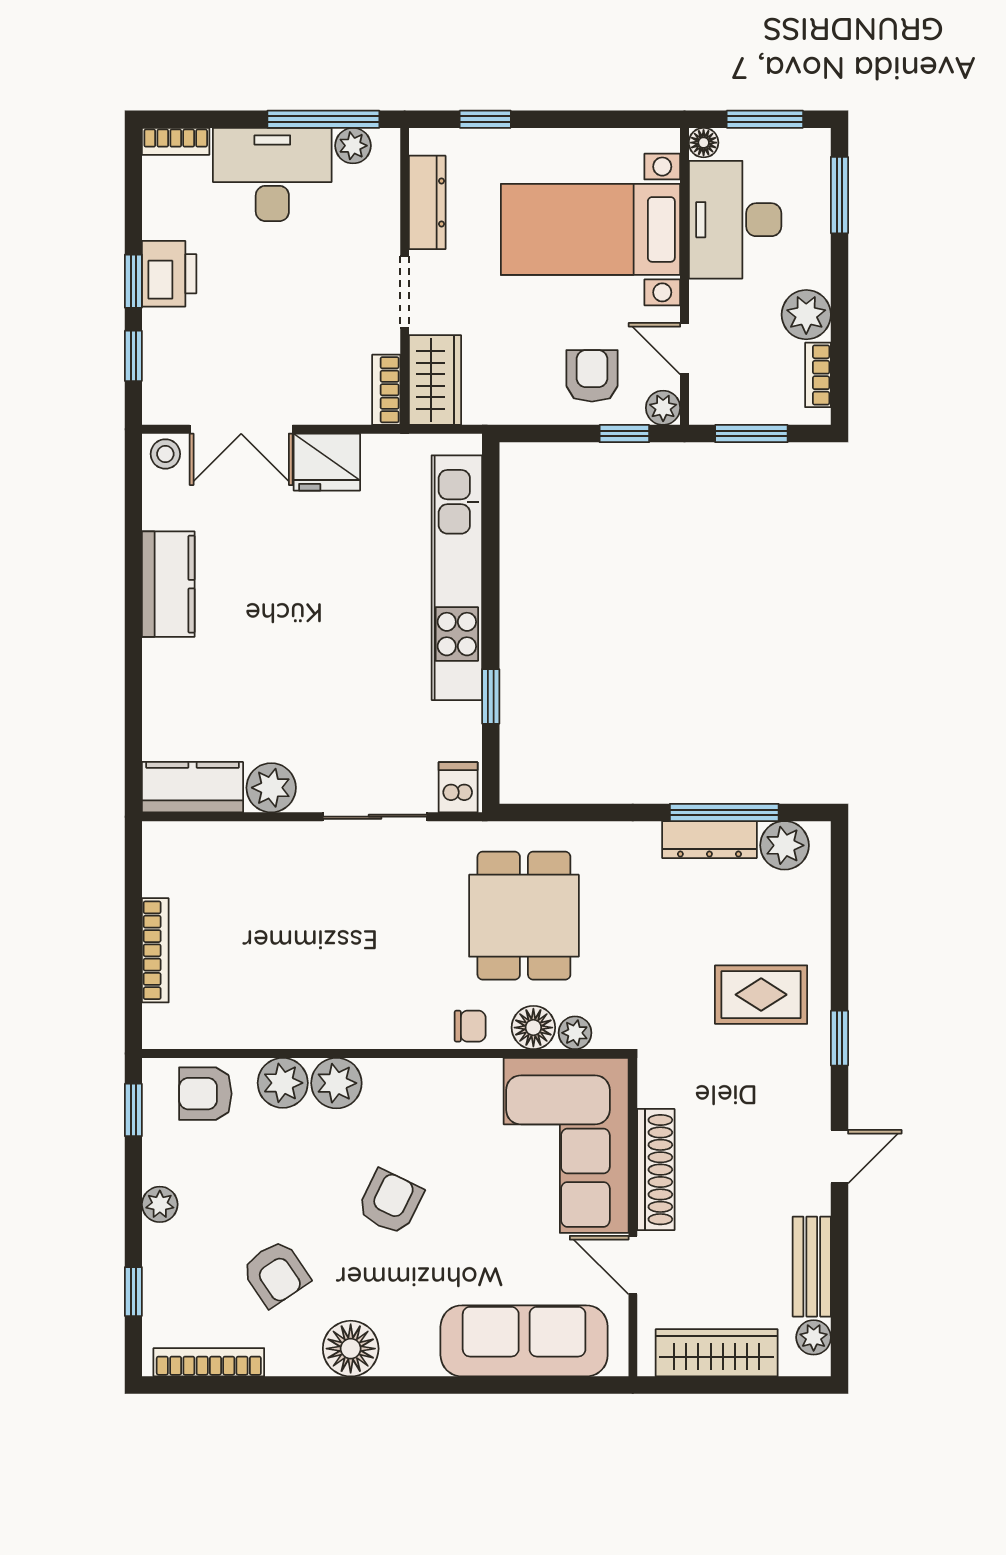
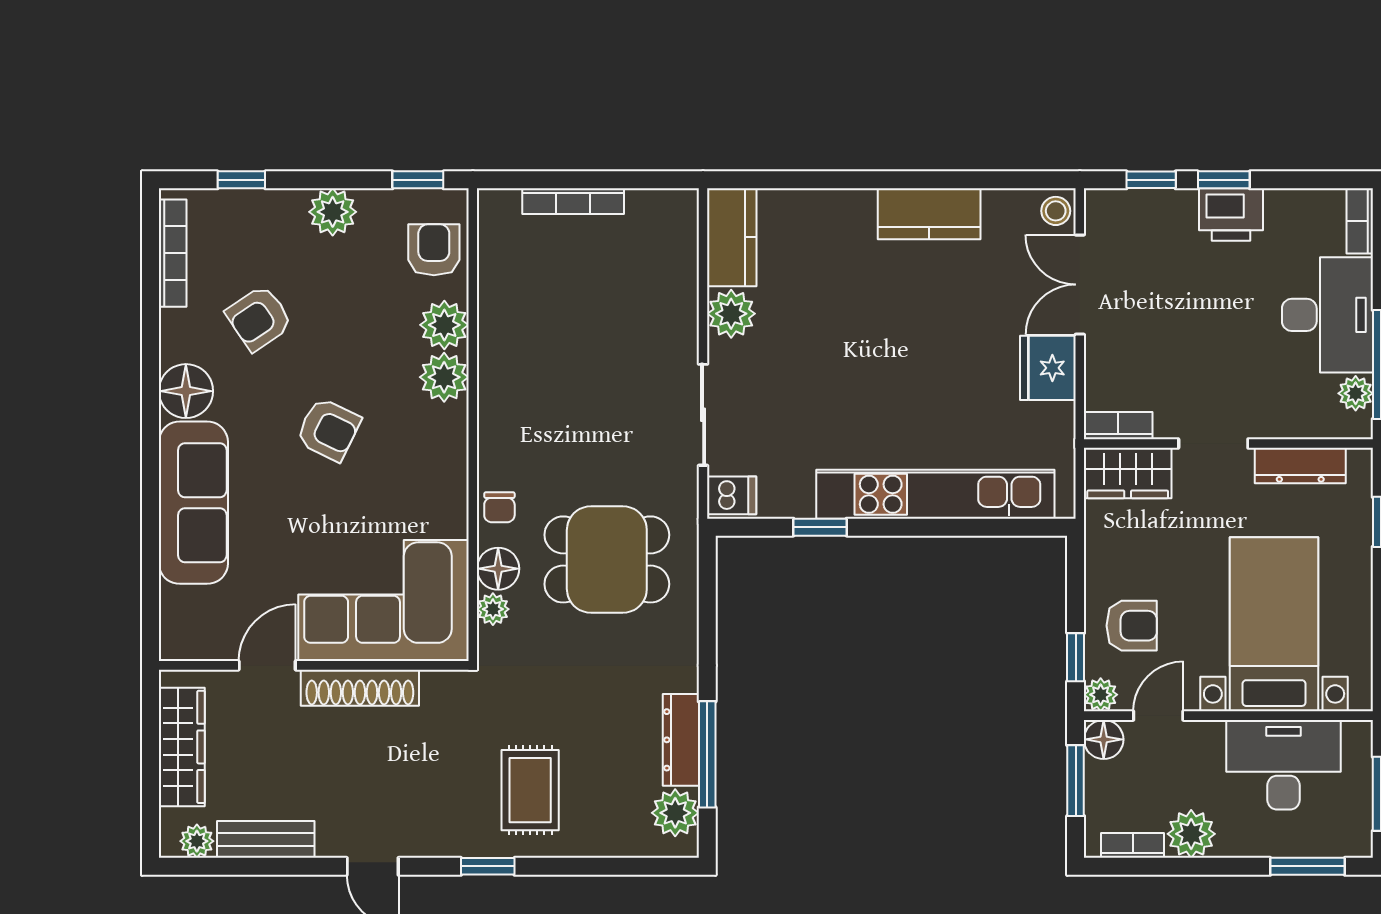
floor lamp: (704, 143) -> (1104, 739), moved, width x1.37, depth x1.37
plant: (160, 1204) -> (333, 212), width x1.38, depth x1.38
sofa: (524, 1341) -> (193, 503), moved

